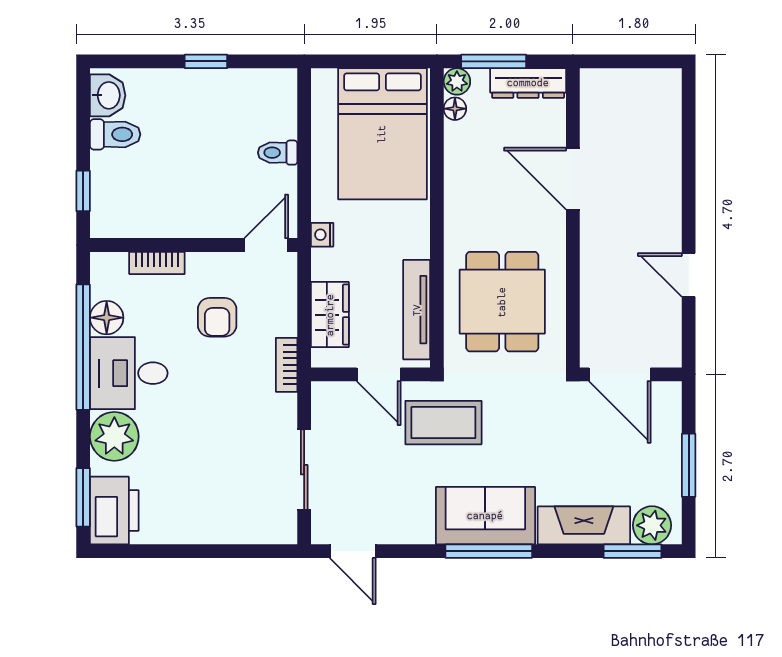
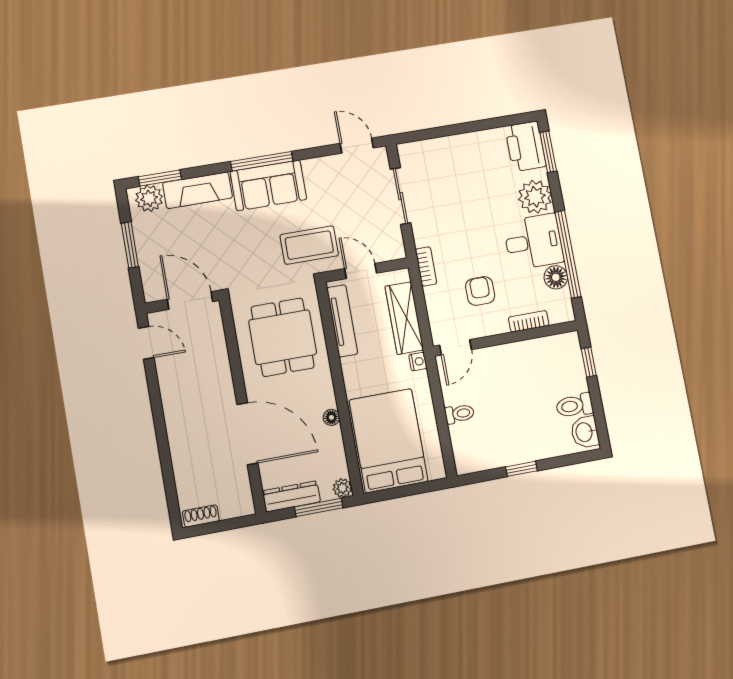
shoe rack: (654, 80) -> (201, 516), added
floor lamp: (455, 109) -> (331, 417), moved
door: (573, 179) -> (247, 434), width x1.36
door: (689, 275) -> (146, 343), moved
wardrobe: (330, 315) -> (404, 318), width x1.50

